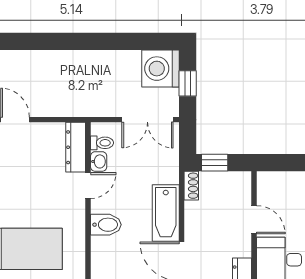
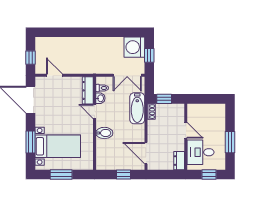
door: (88, 186) -> (95, 111), swing flipped
bathtub: (166, 213) -> (137, 108), moved

